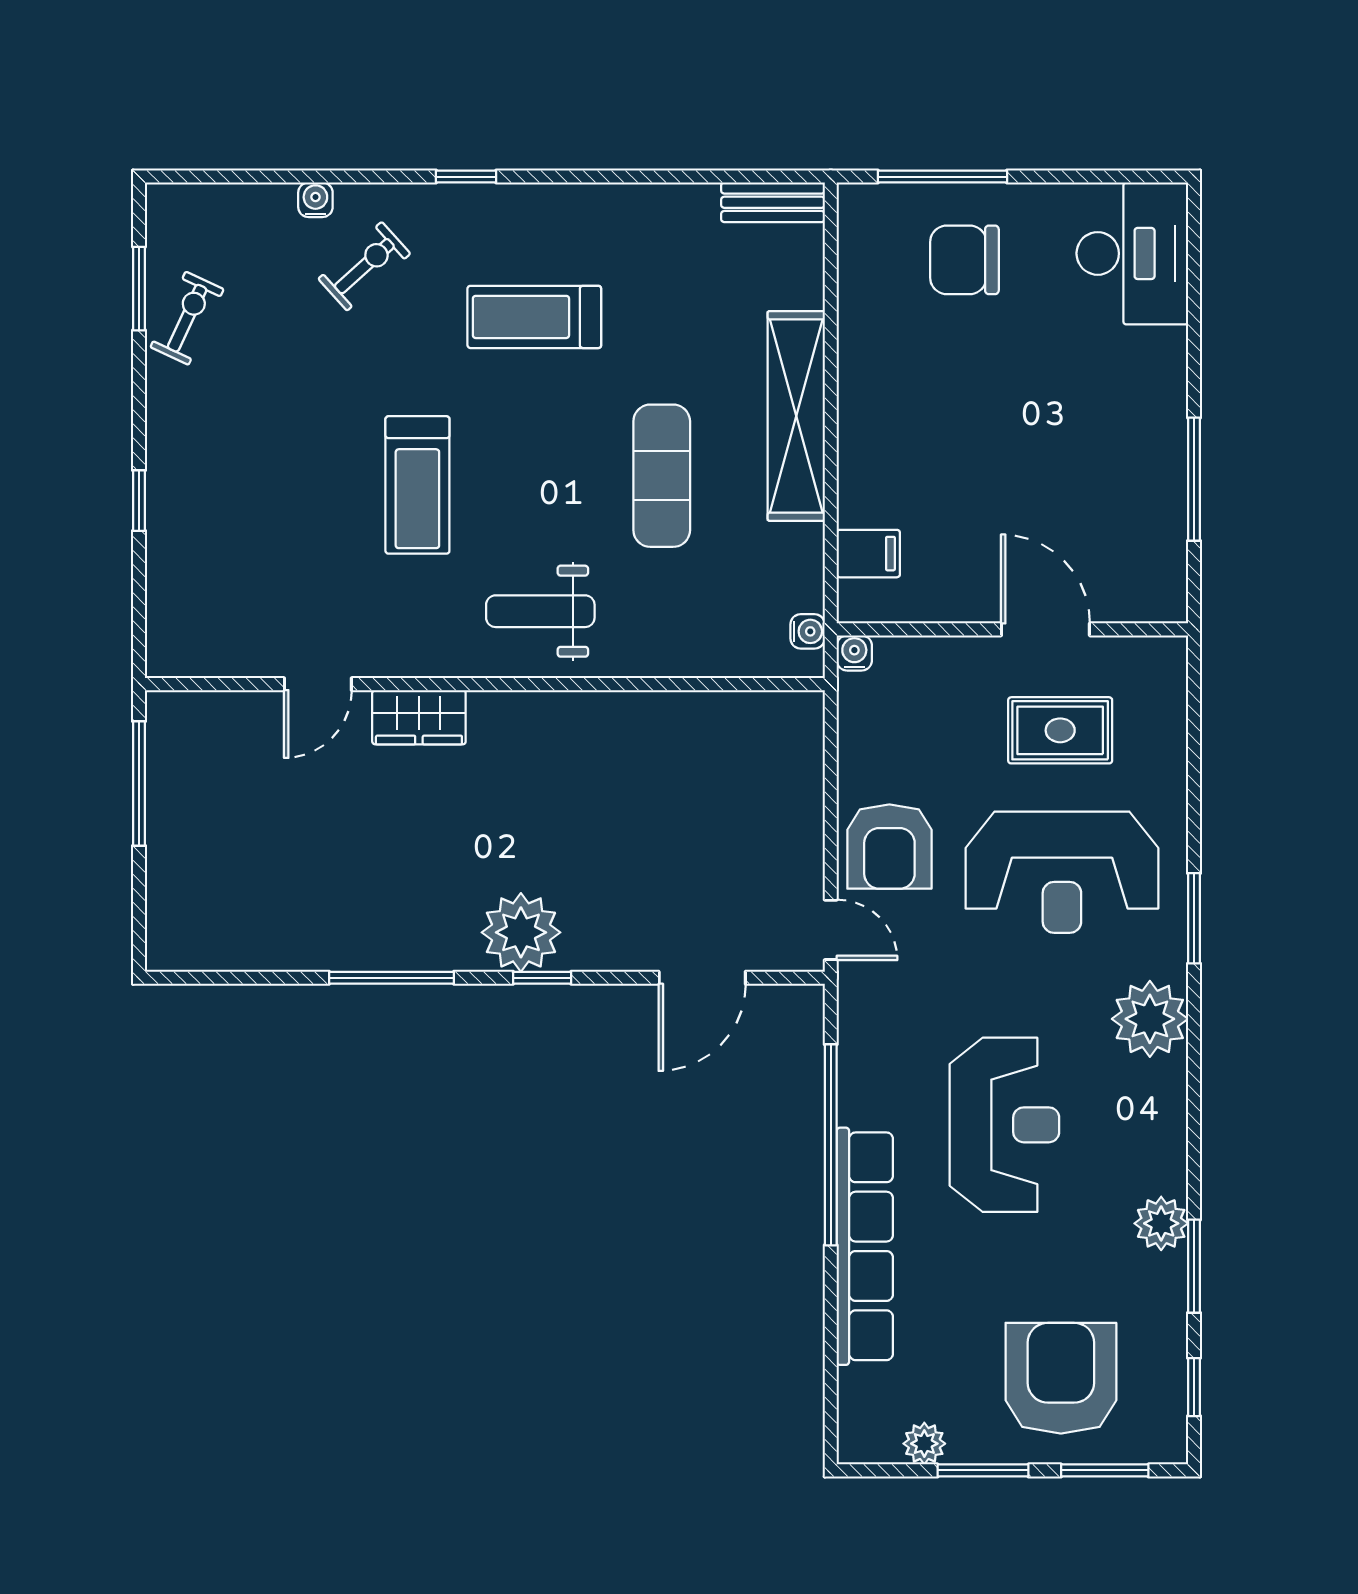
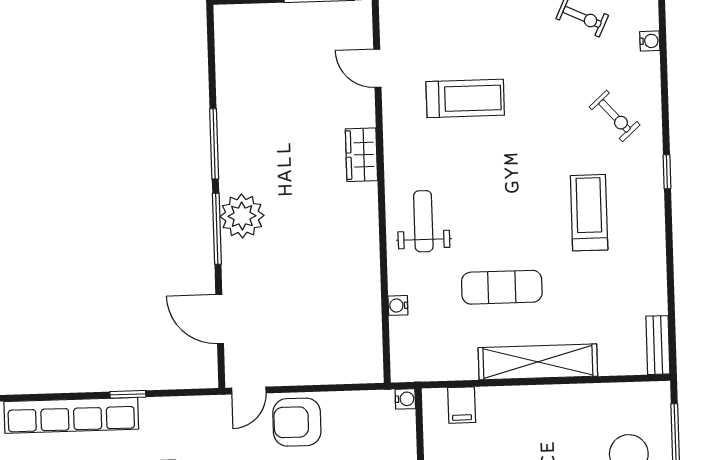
water cooler: (315, 200) -> (650, 41), moved
treadmill: (417, 485) -> (465, 98), moved, turned 180
water cooler: (808, 631) -> (398, 305), moved, turned 90
door: (318, 684) -> (377, 68), moved
window: (542, 978) -> (217, 229), width x2.17
window: (831, 1145) -> (128, 394), width x0.32

